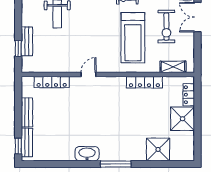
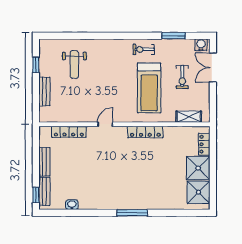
exercise bike: (166, 27) -> (182, 77), width x0.73, depth x0.72
window: (18, 48) -> (36, 65), moved
locker: (144, 82) -> (145, 132), moved
shower: (158, 149) -> (199, 192), moved
washbasin: (87, 154) -> (72, 205), moved, width x0.52, depth x0.69

